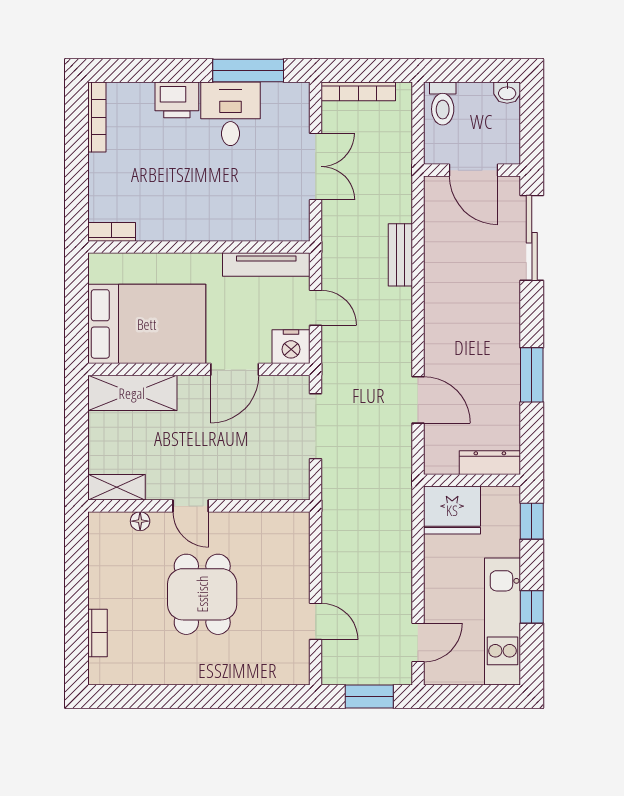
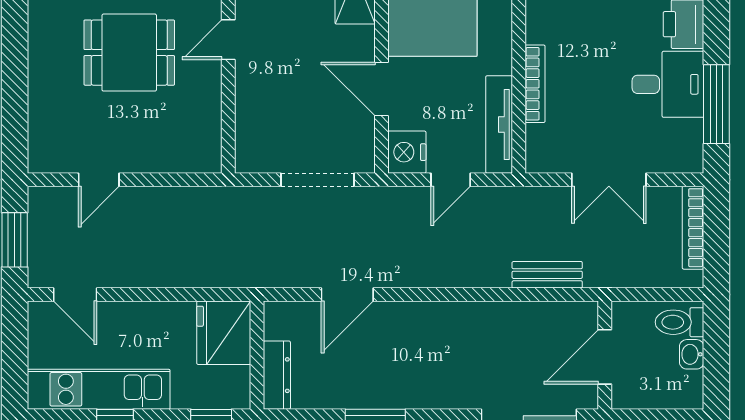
washbasin: (507, 93) -> (692, 354), moved
bookcase: (230, 232) -> (535, 84), added
bench: (400, 255) -> (547, 275), moved

